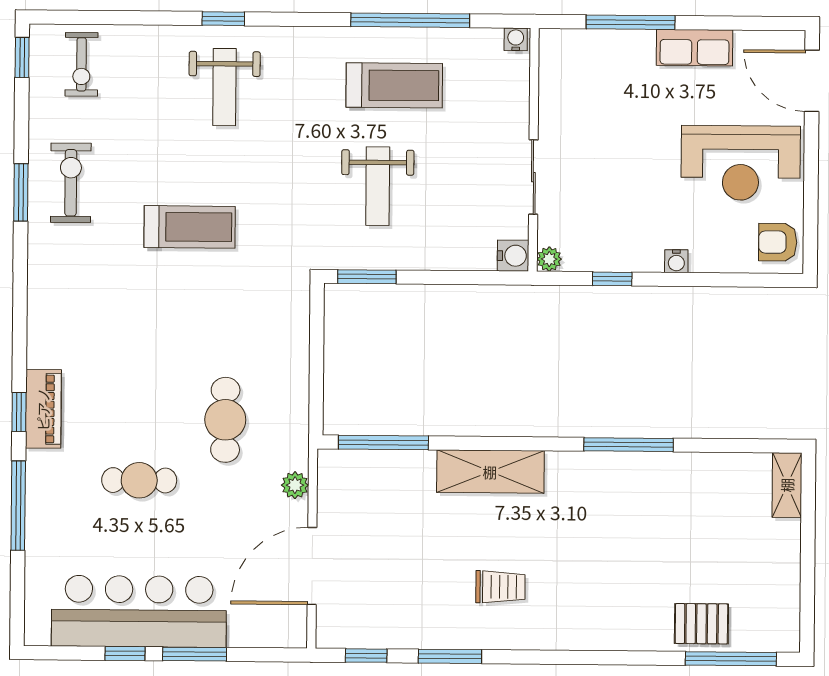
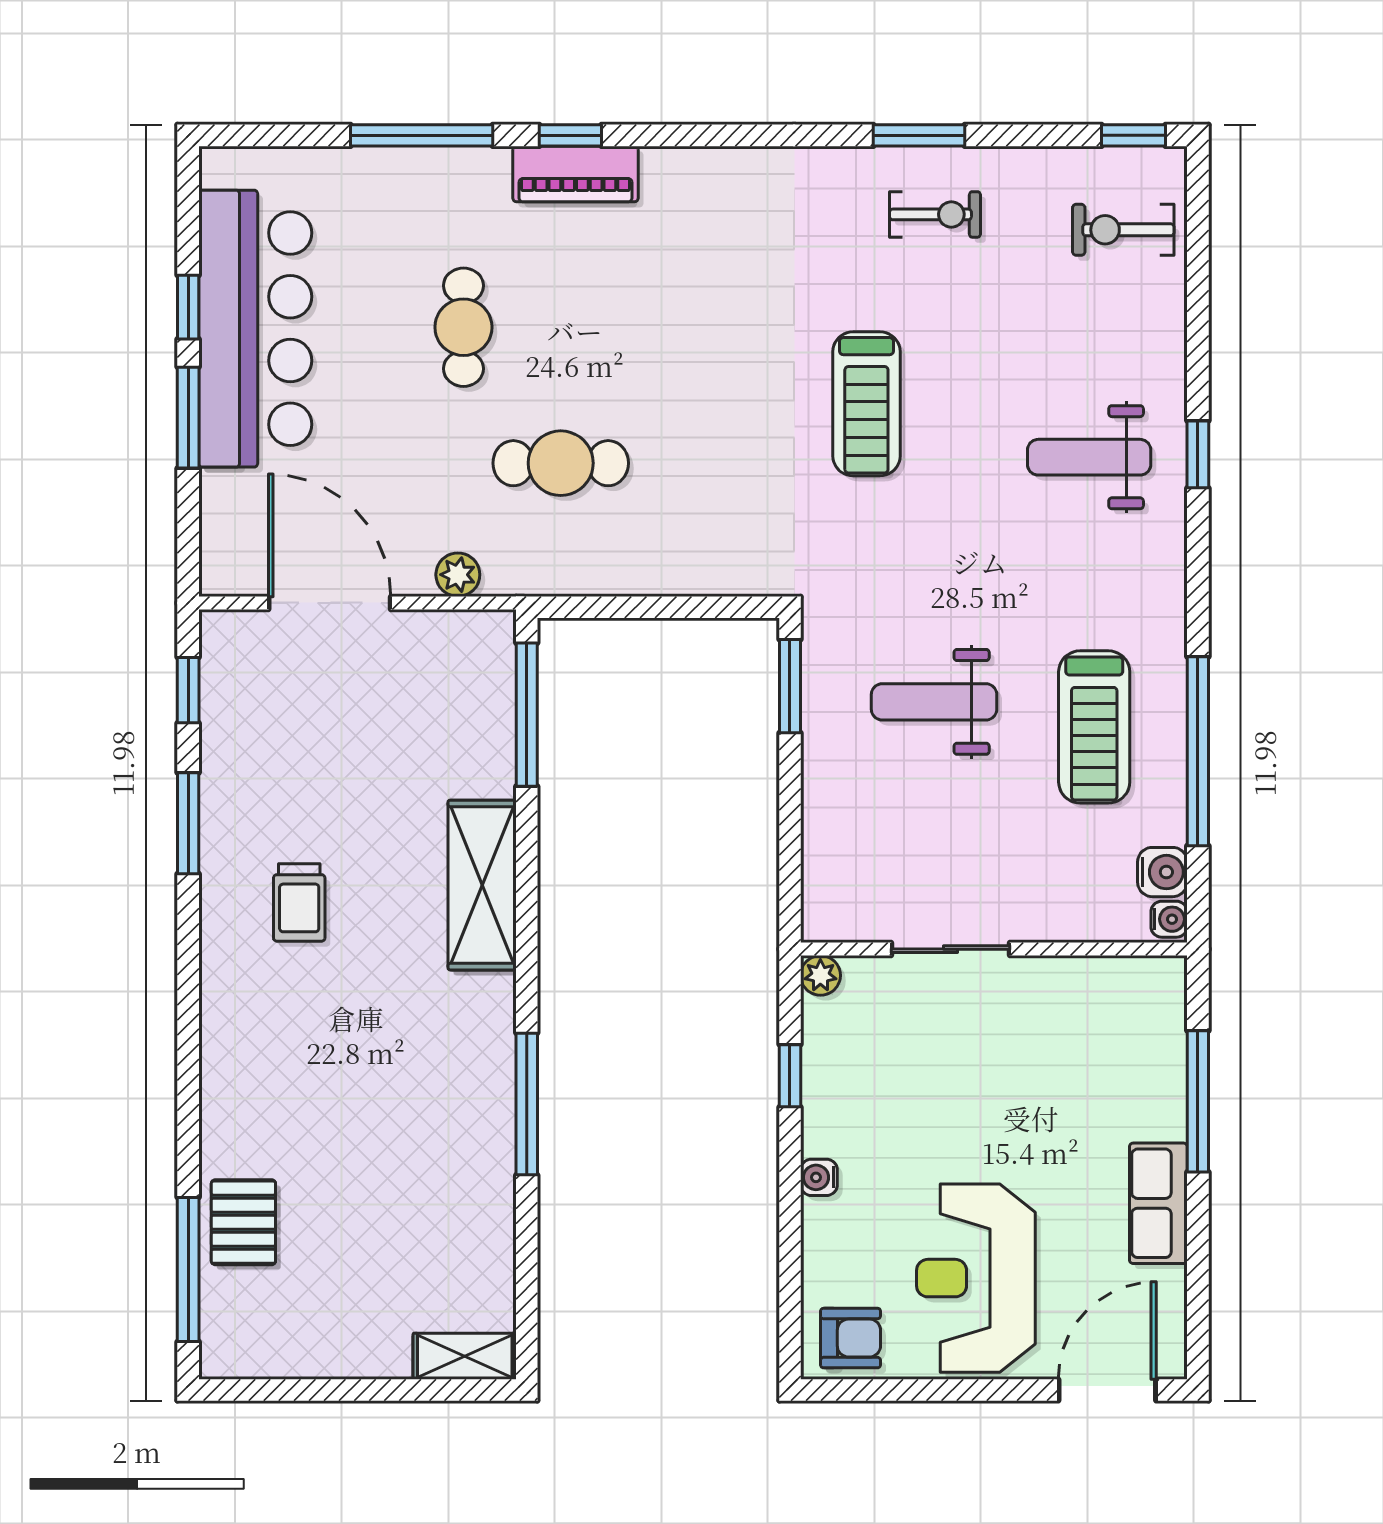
exercise bike: (71, 183) -> (935, 214), width x0.73, depth x0.72
armchair: (778, 242) -> (851, 1338), turned 90
water cooler: (513, 256) -> (1162, 872), moved, turned -90

